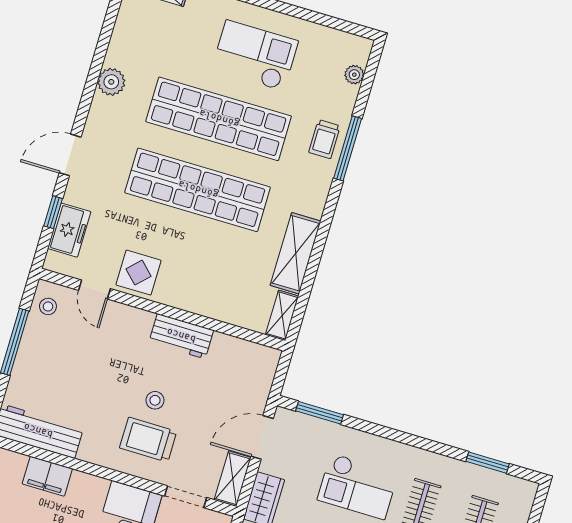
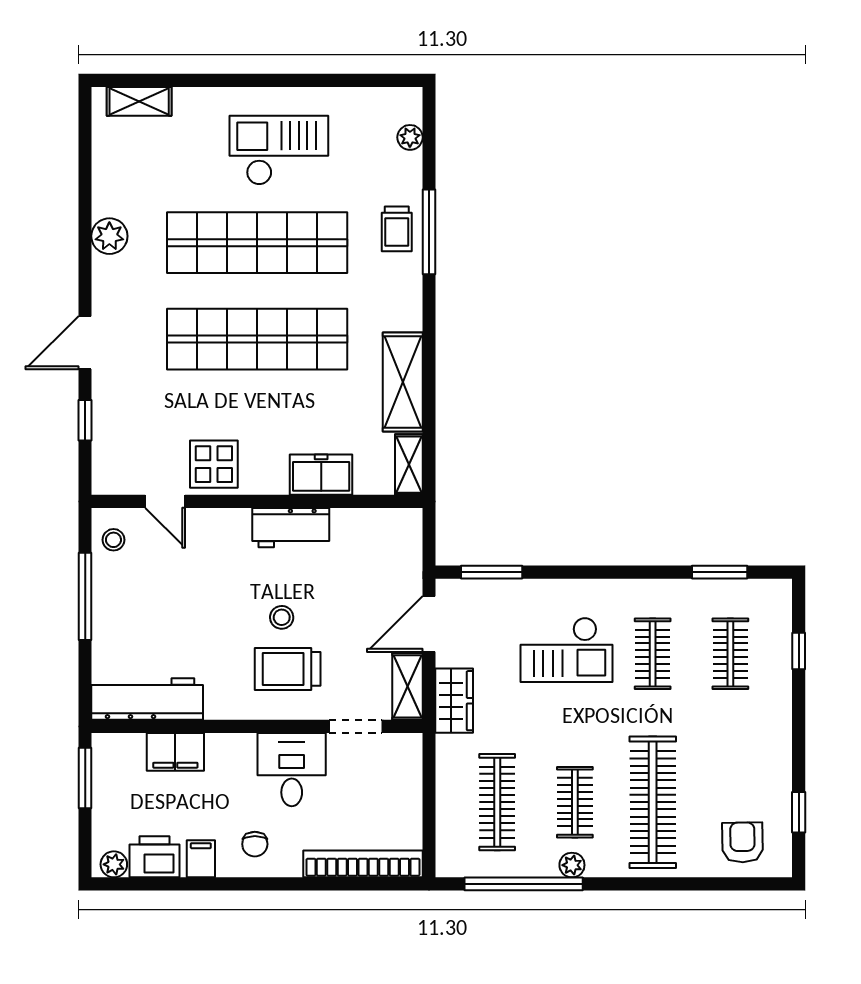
freezer: (69, 230) -> (321, 475), moved, turned -90

